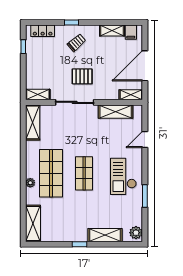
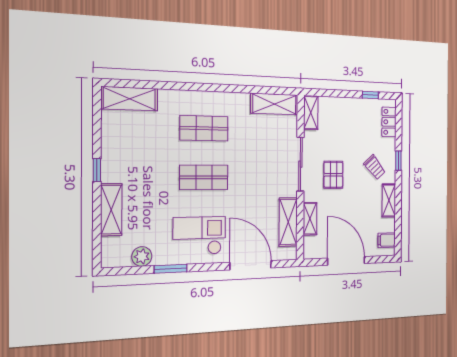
shelving: (112, 30) -> (389, 200), moved
shelving: (131, 95) -> (310, 219), moved
door: (145, 140) -> (251, 265), width x1.88
shop shelf: (51, 173) -> (204, 128), width x0.70, depth x0.74
plant: (30, 183) -> (191, 97), removed
plant: (136, 233) -> (142, 256), moved

